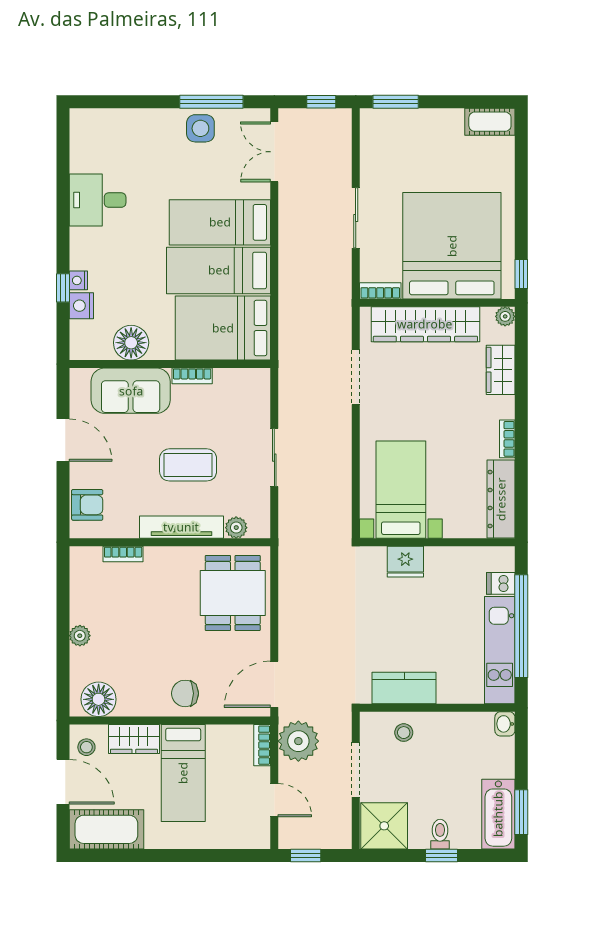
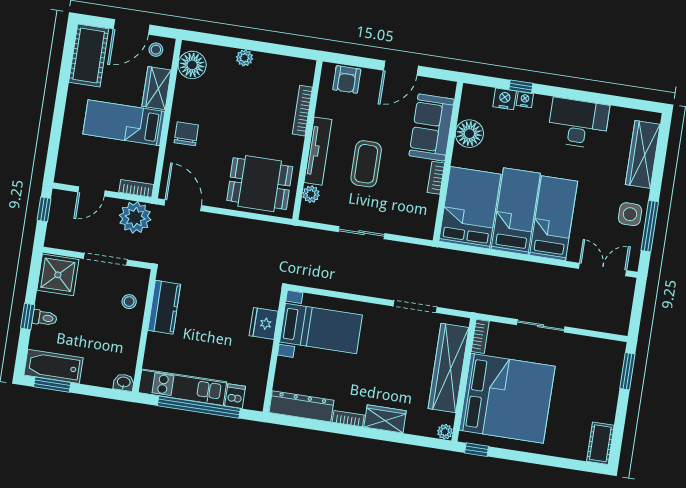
window: (321, 102) -> (636, 313), removed
wardrobe: (124, 124) -> (643, 154), added
desk: (98, 200) -> (578, 123), width x1.37
wardrobe: (501, 370) -> (385, 419), moved
bookcase: (123, 554) -> (302, 111), width x1.56

